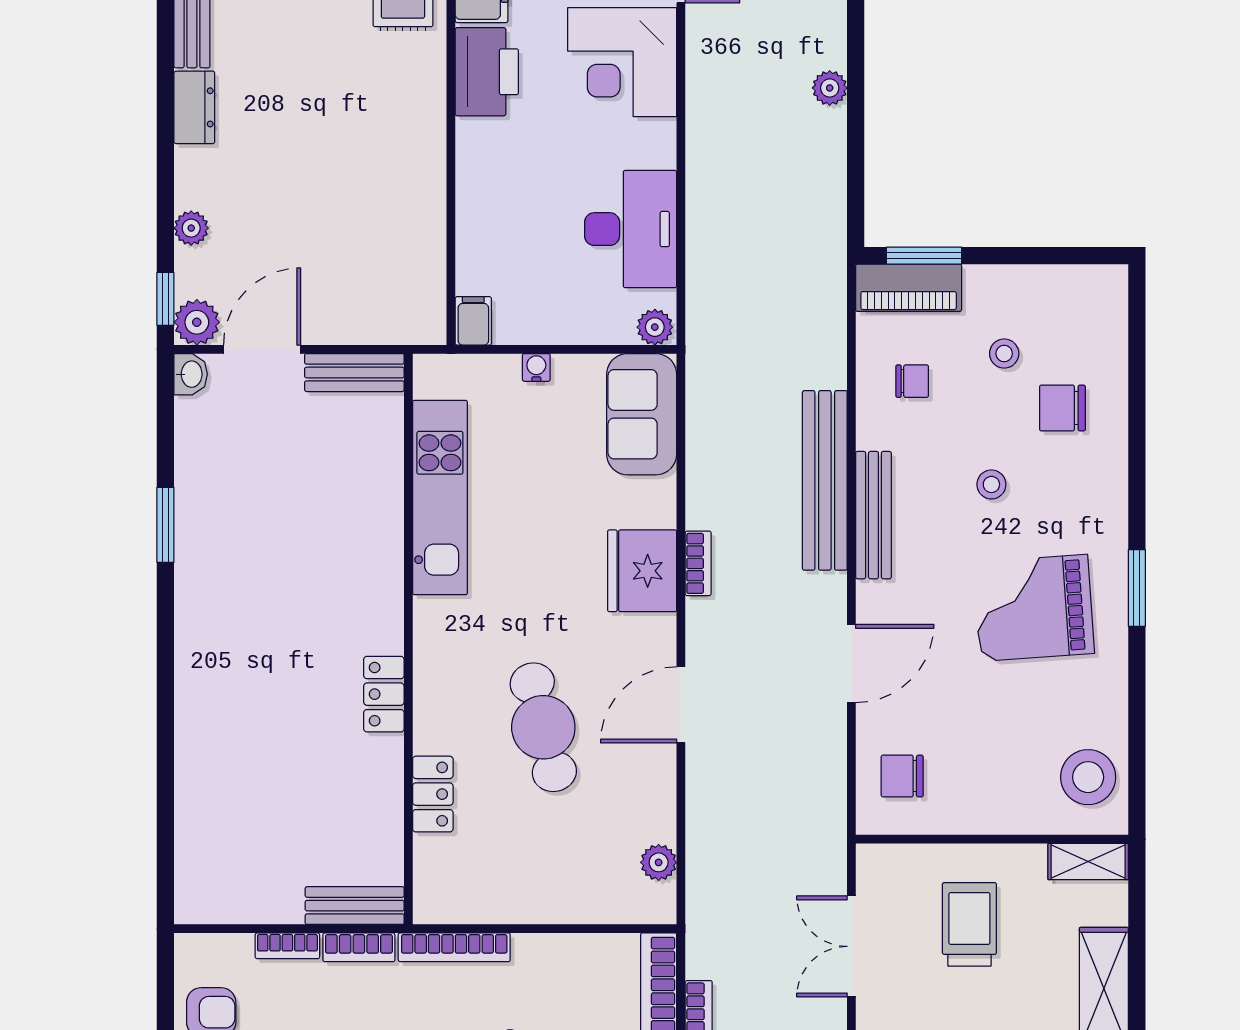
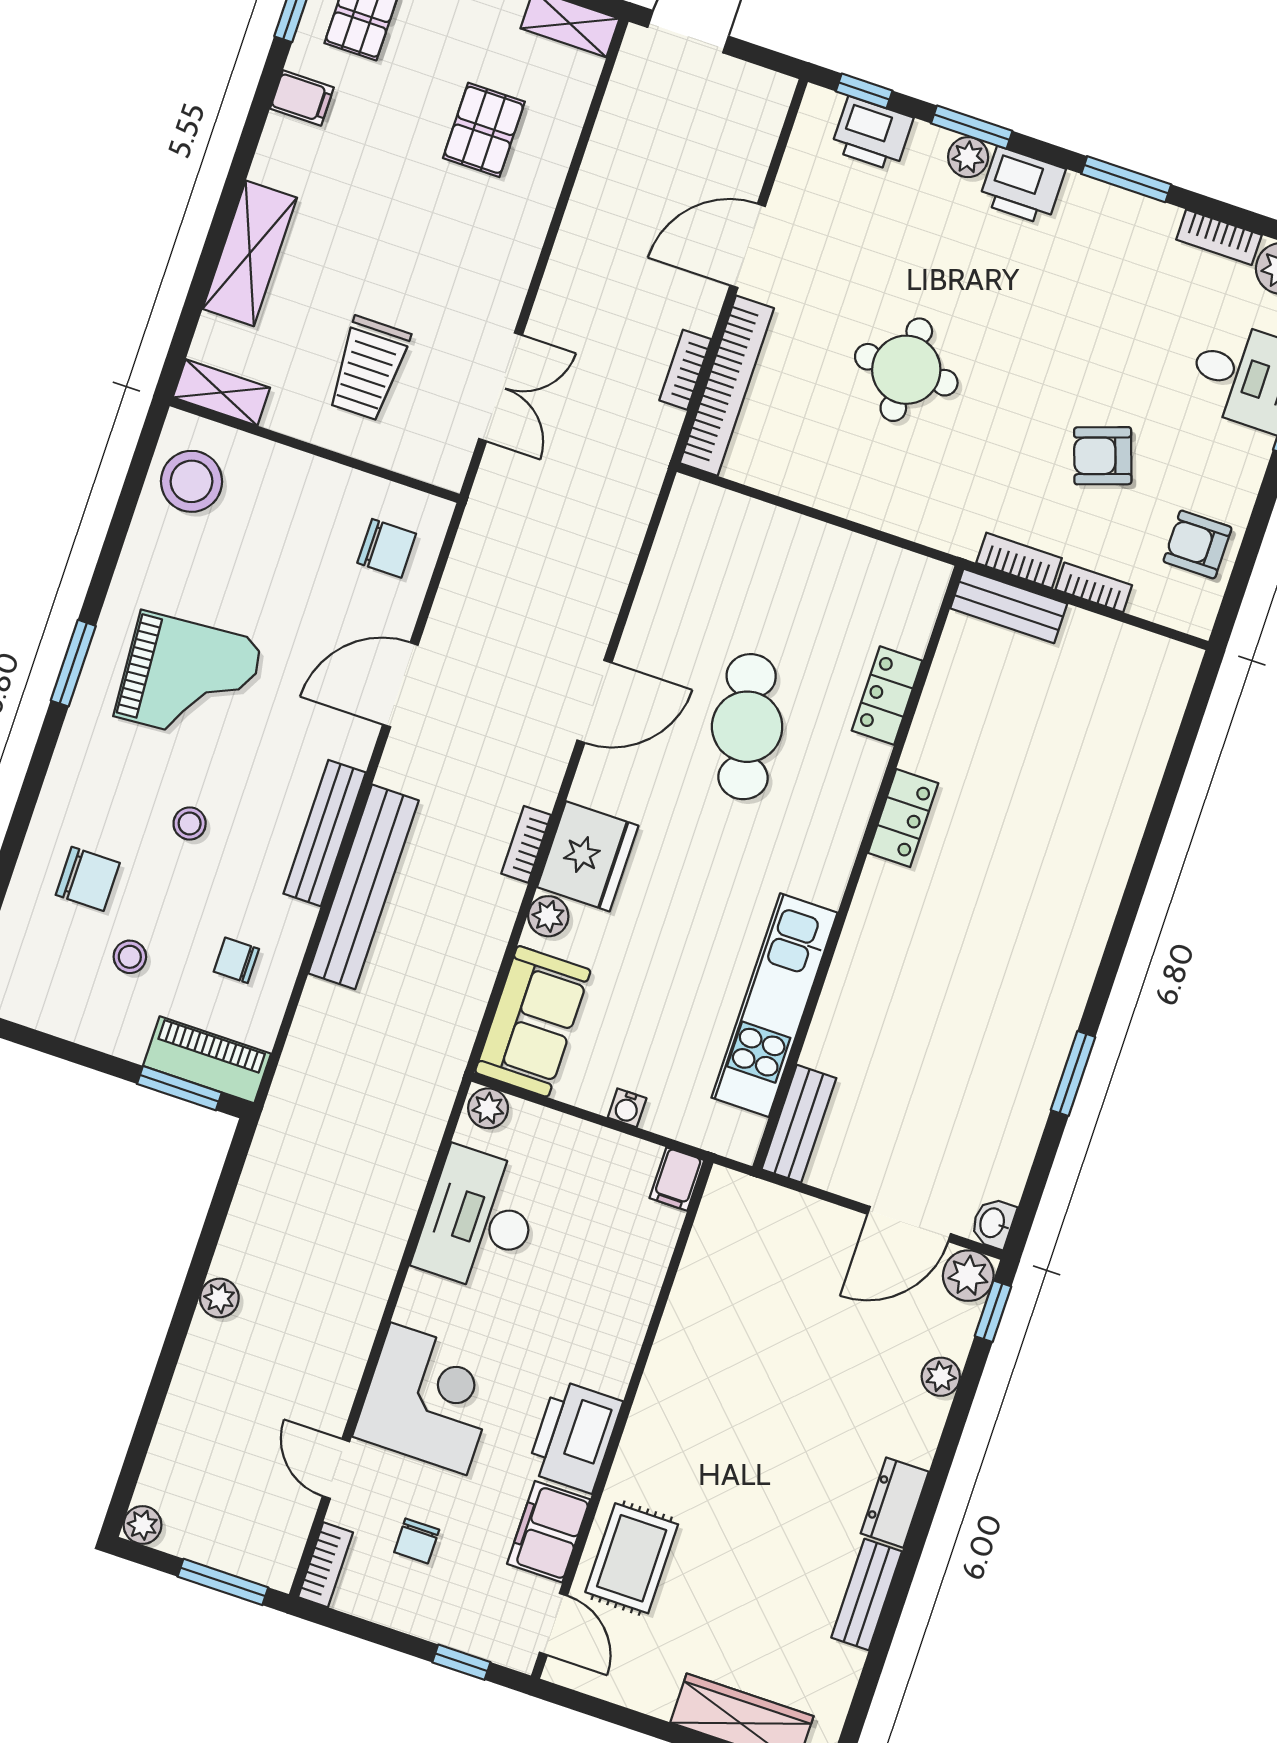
bench: (354, 373) -> (799, 1124), moved, turned 90
plant: (659, 862) -> (548, 916), moved
bookcase: (454, 947) -> (919, 527), removed

